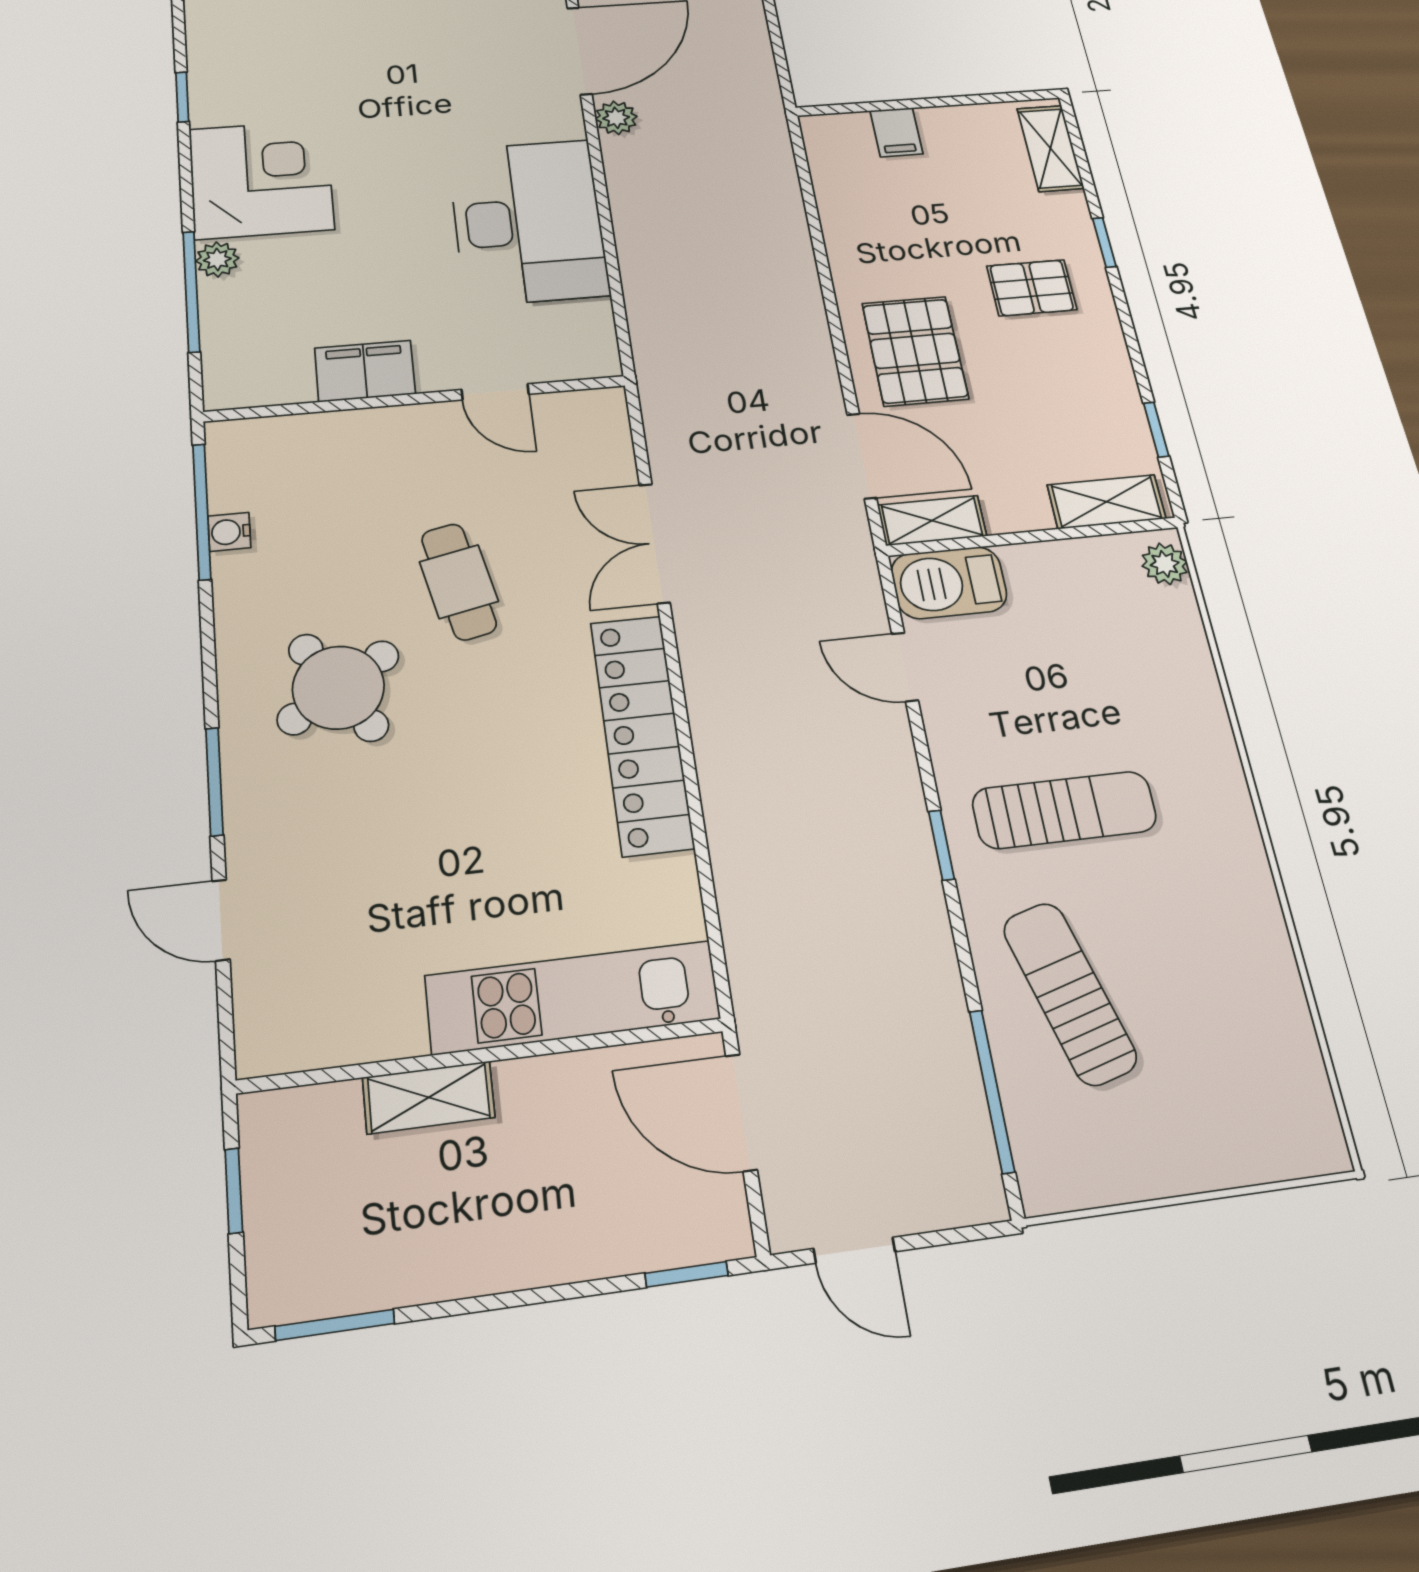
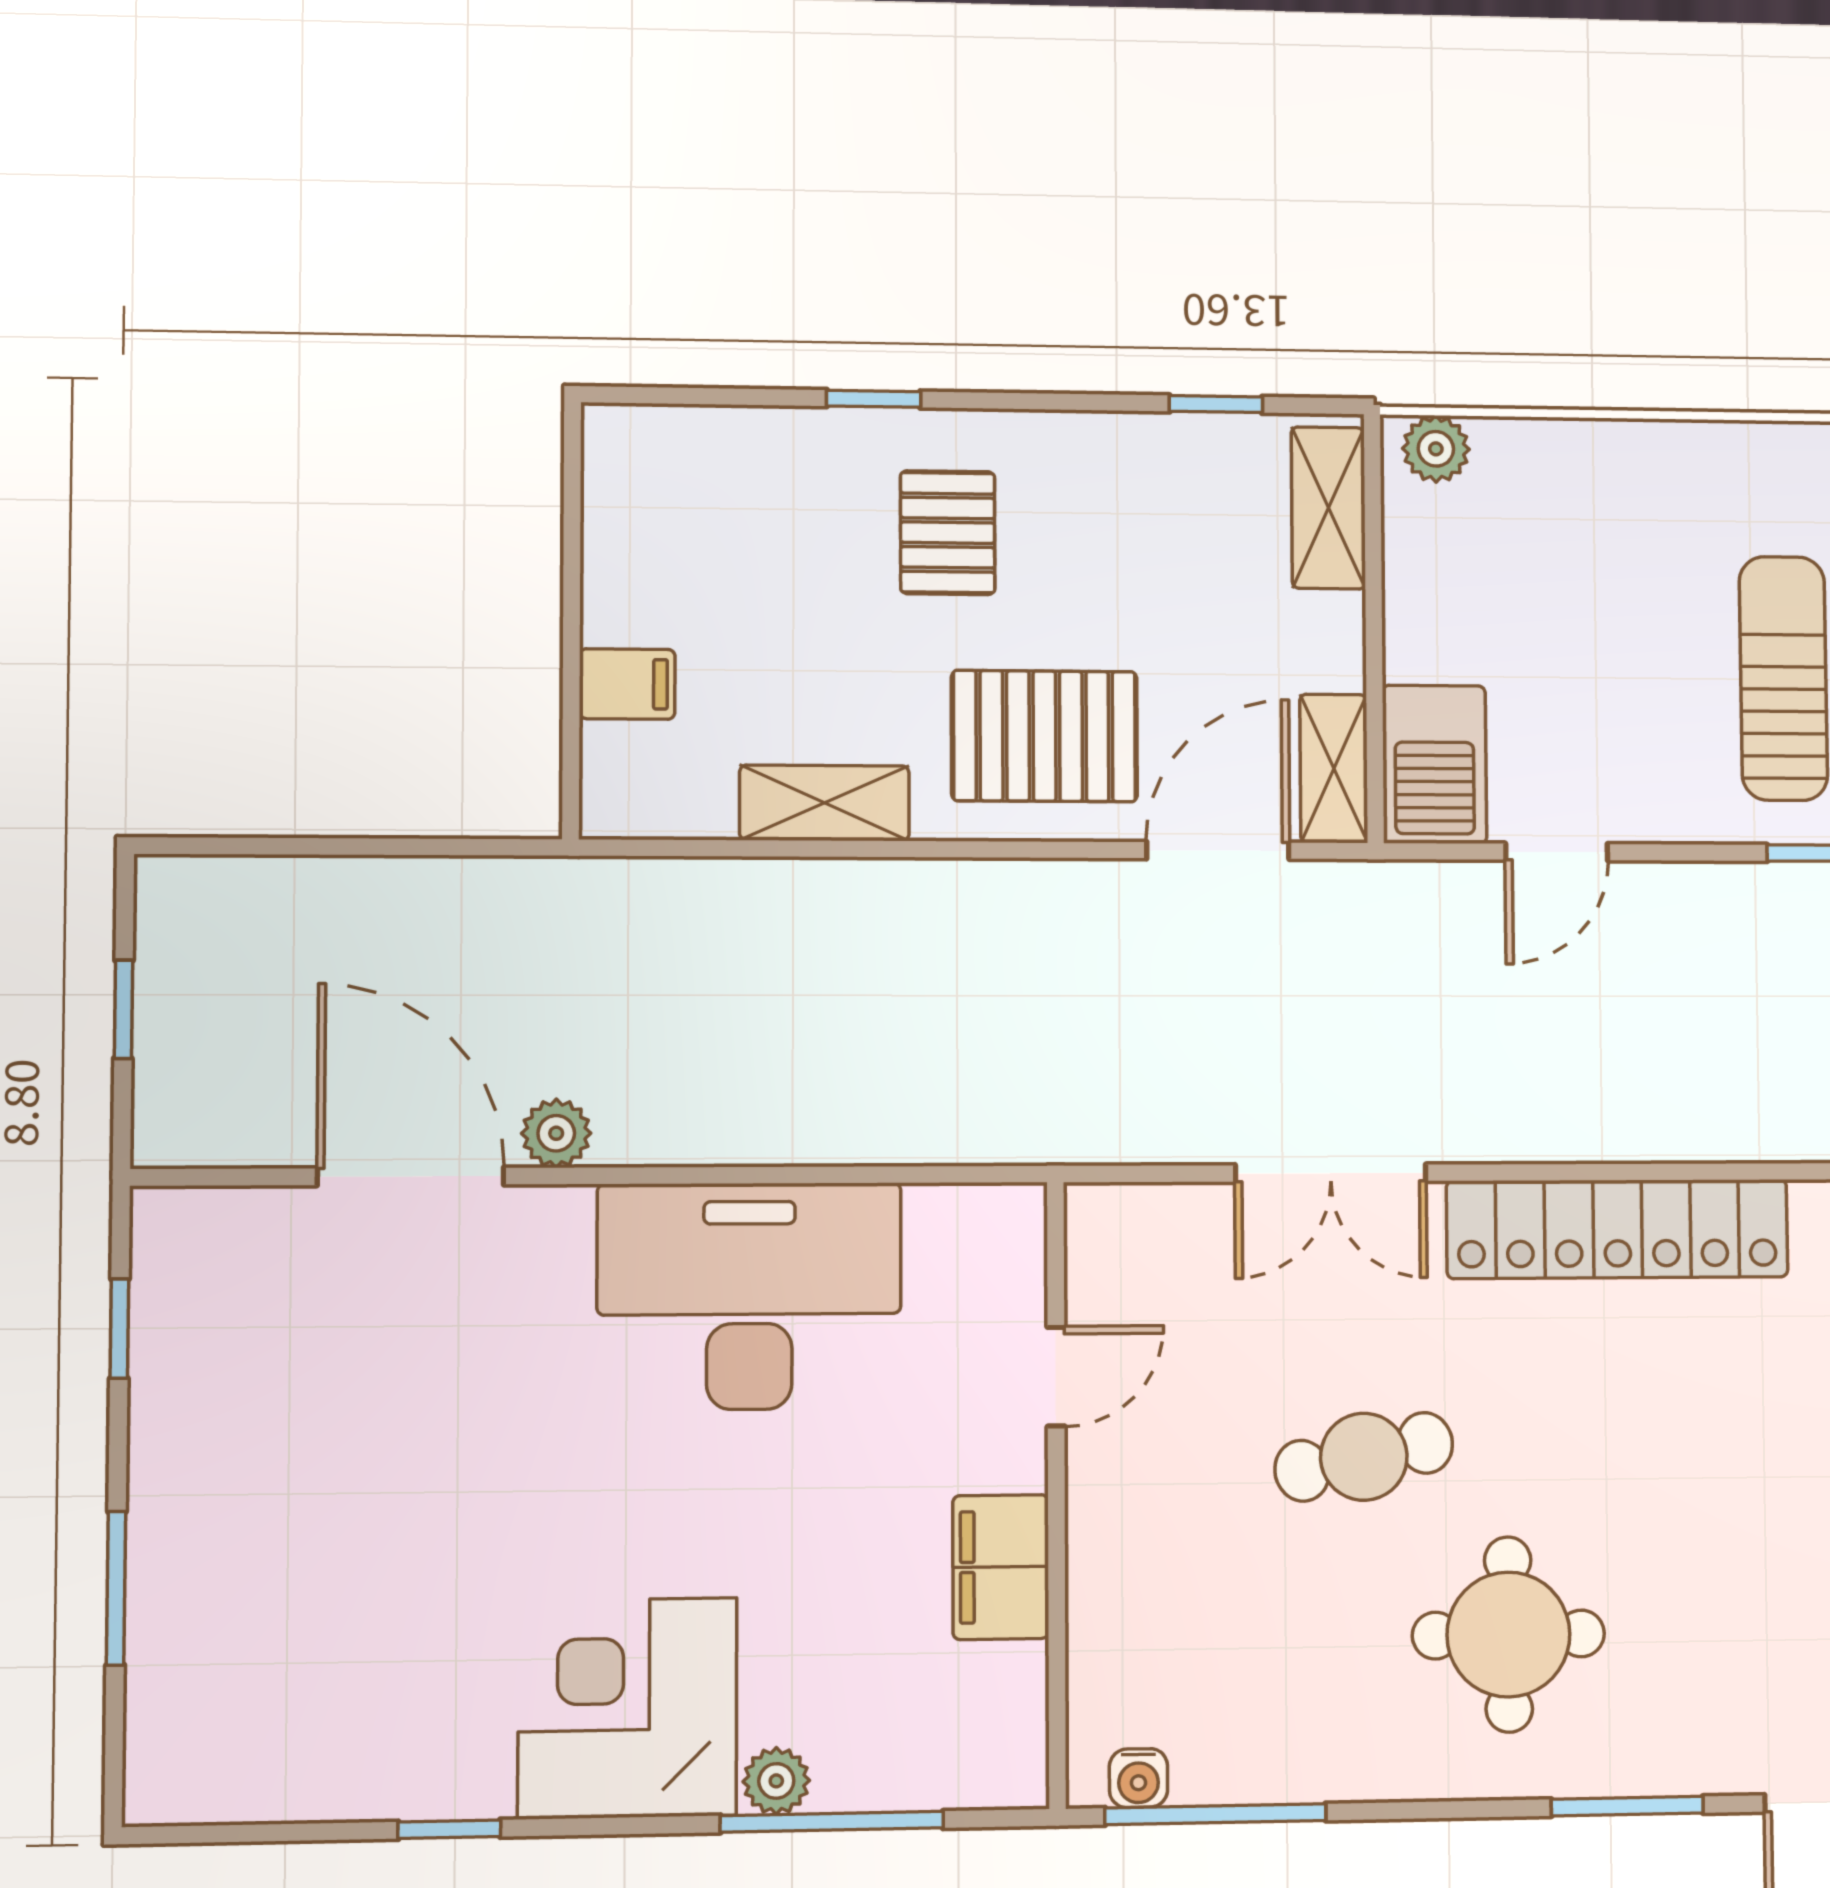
shelving: (1050, 148) -> (824, 803), moved
water cooler: (229, 532) -> (1139, 1778), moved
round table: (338, 687) -> (1508, 1635), turned 33

